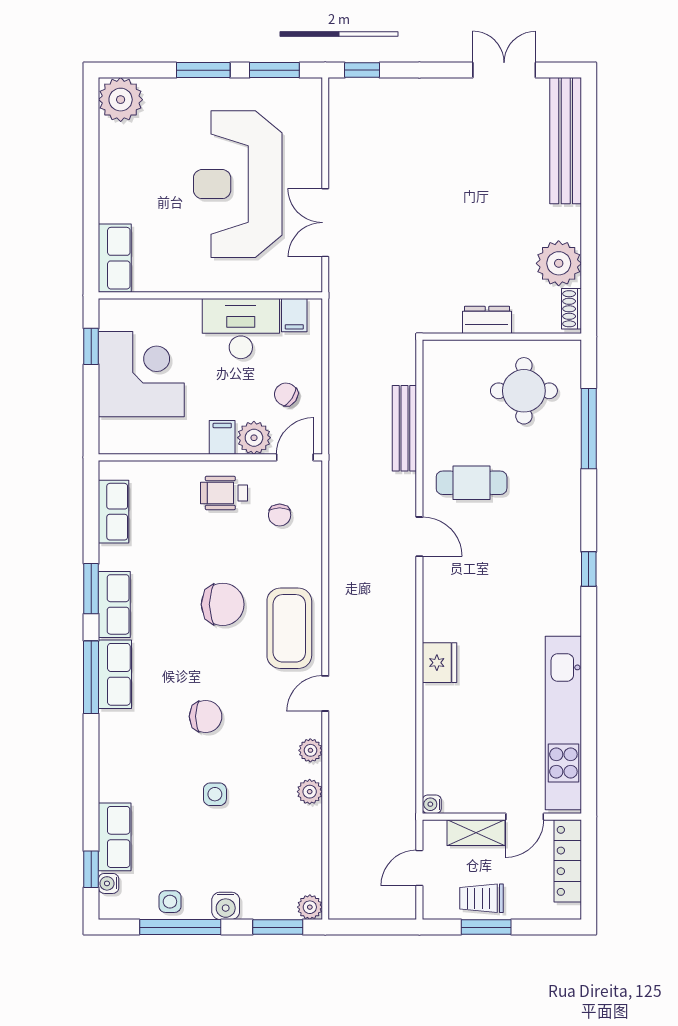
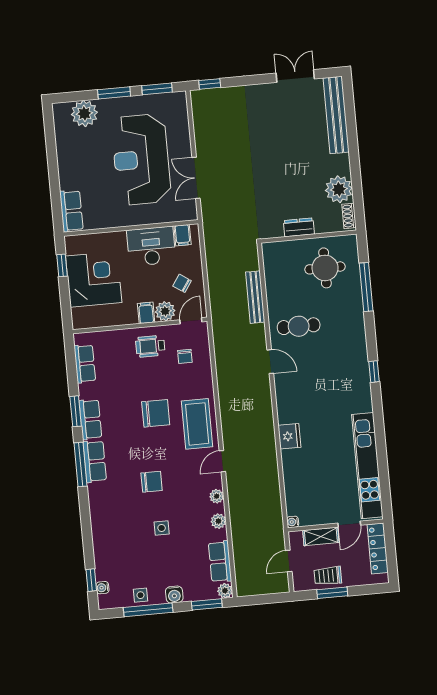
plant: (121, 100) -> (84, 113), moved
row of seats: (115, 837) -> (220, 562), moved, turned 180

